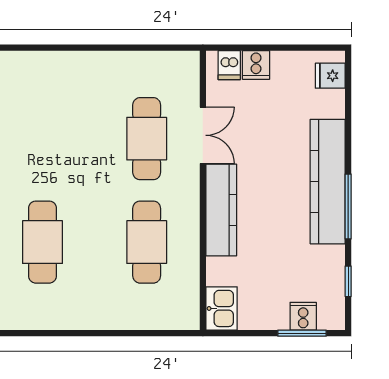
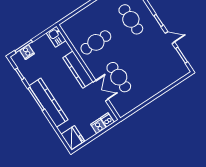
fridge: (330, 76) -> (73, 138), width x1.88, depth x1.34
double door: (203, 135) -> (101, 91), swing flipped
cafe table: (147, 242) -> (96, 42), turned 90

